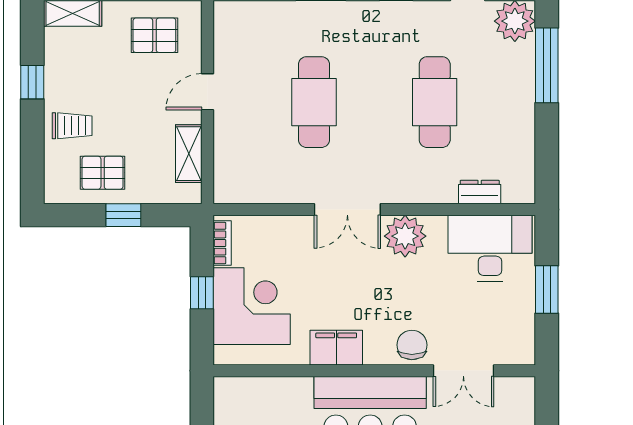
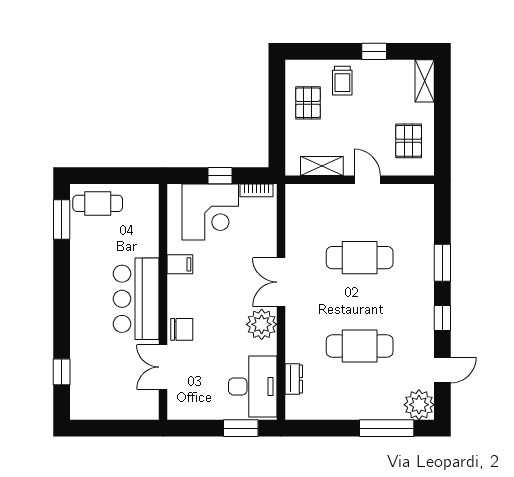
window: (123, 215) -> (277, 118), removed
window: (547, 289) -> (241, 428), moved
filing cabinet: (336, 348) -> (180, 264), width x0.50

